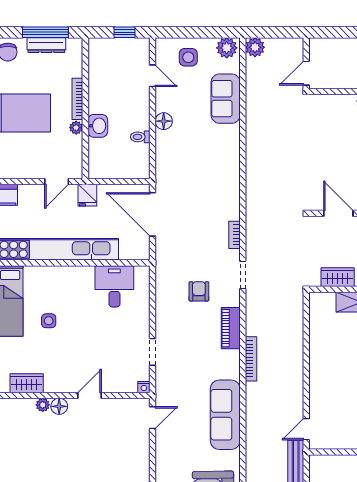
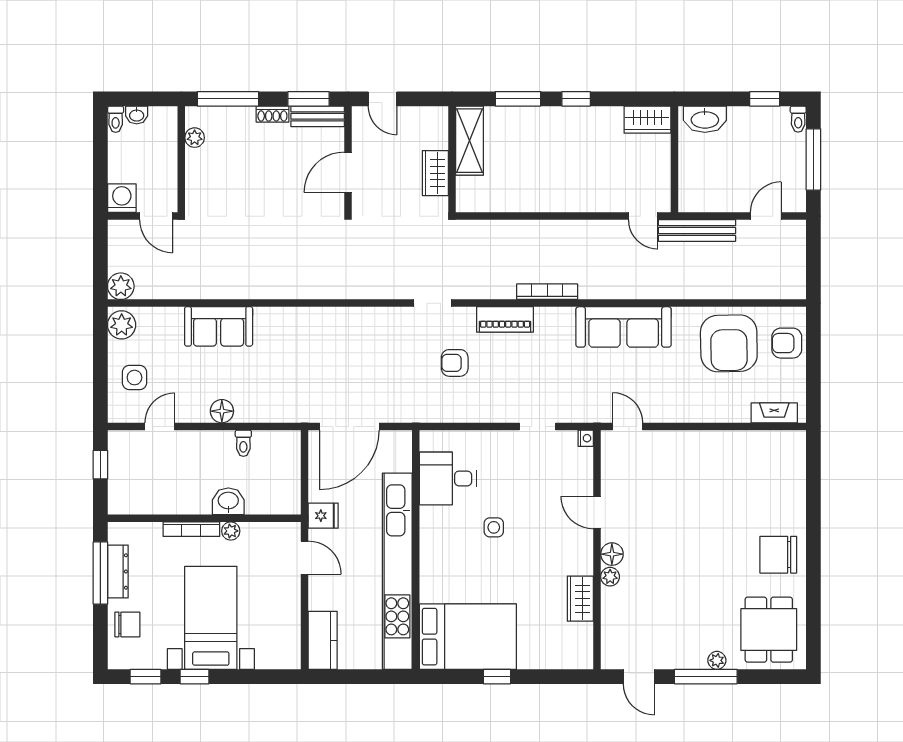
washing machine: (319, 48) -> (122, 198), added
sofa: (226, 99) -> (219, 326), moved
bookcase: (234, 235) -> (377, 314), removed
side table: (49, 321) -> (494, 527), moved

